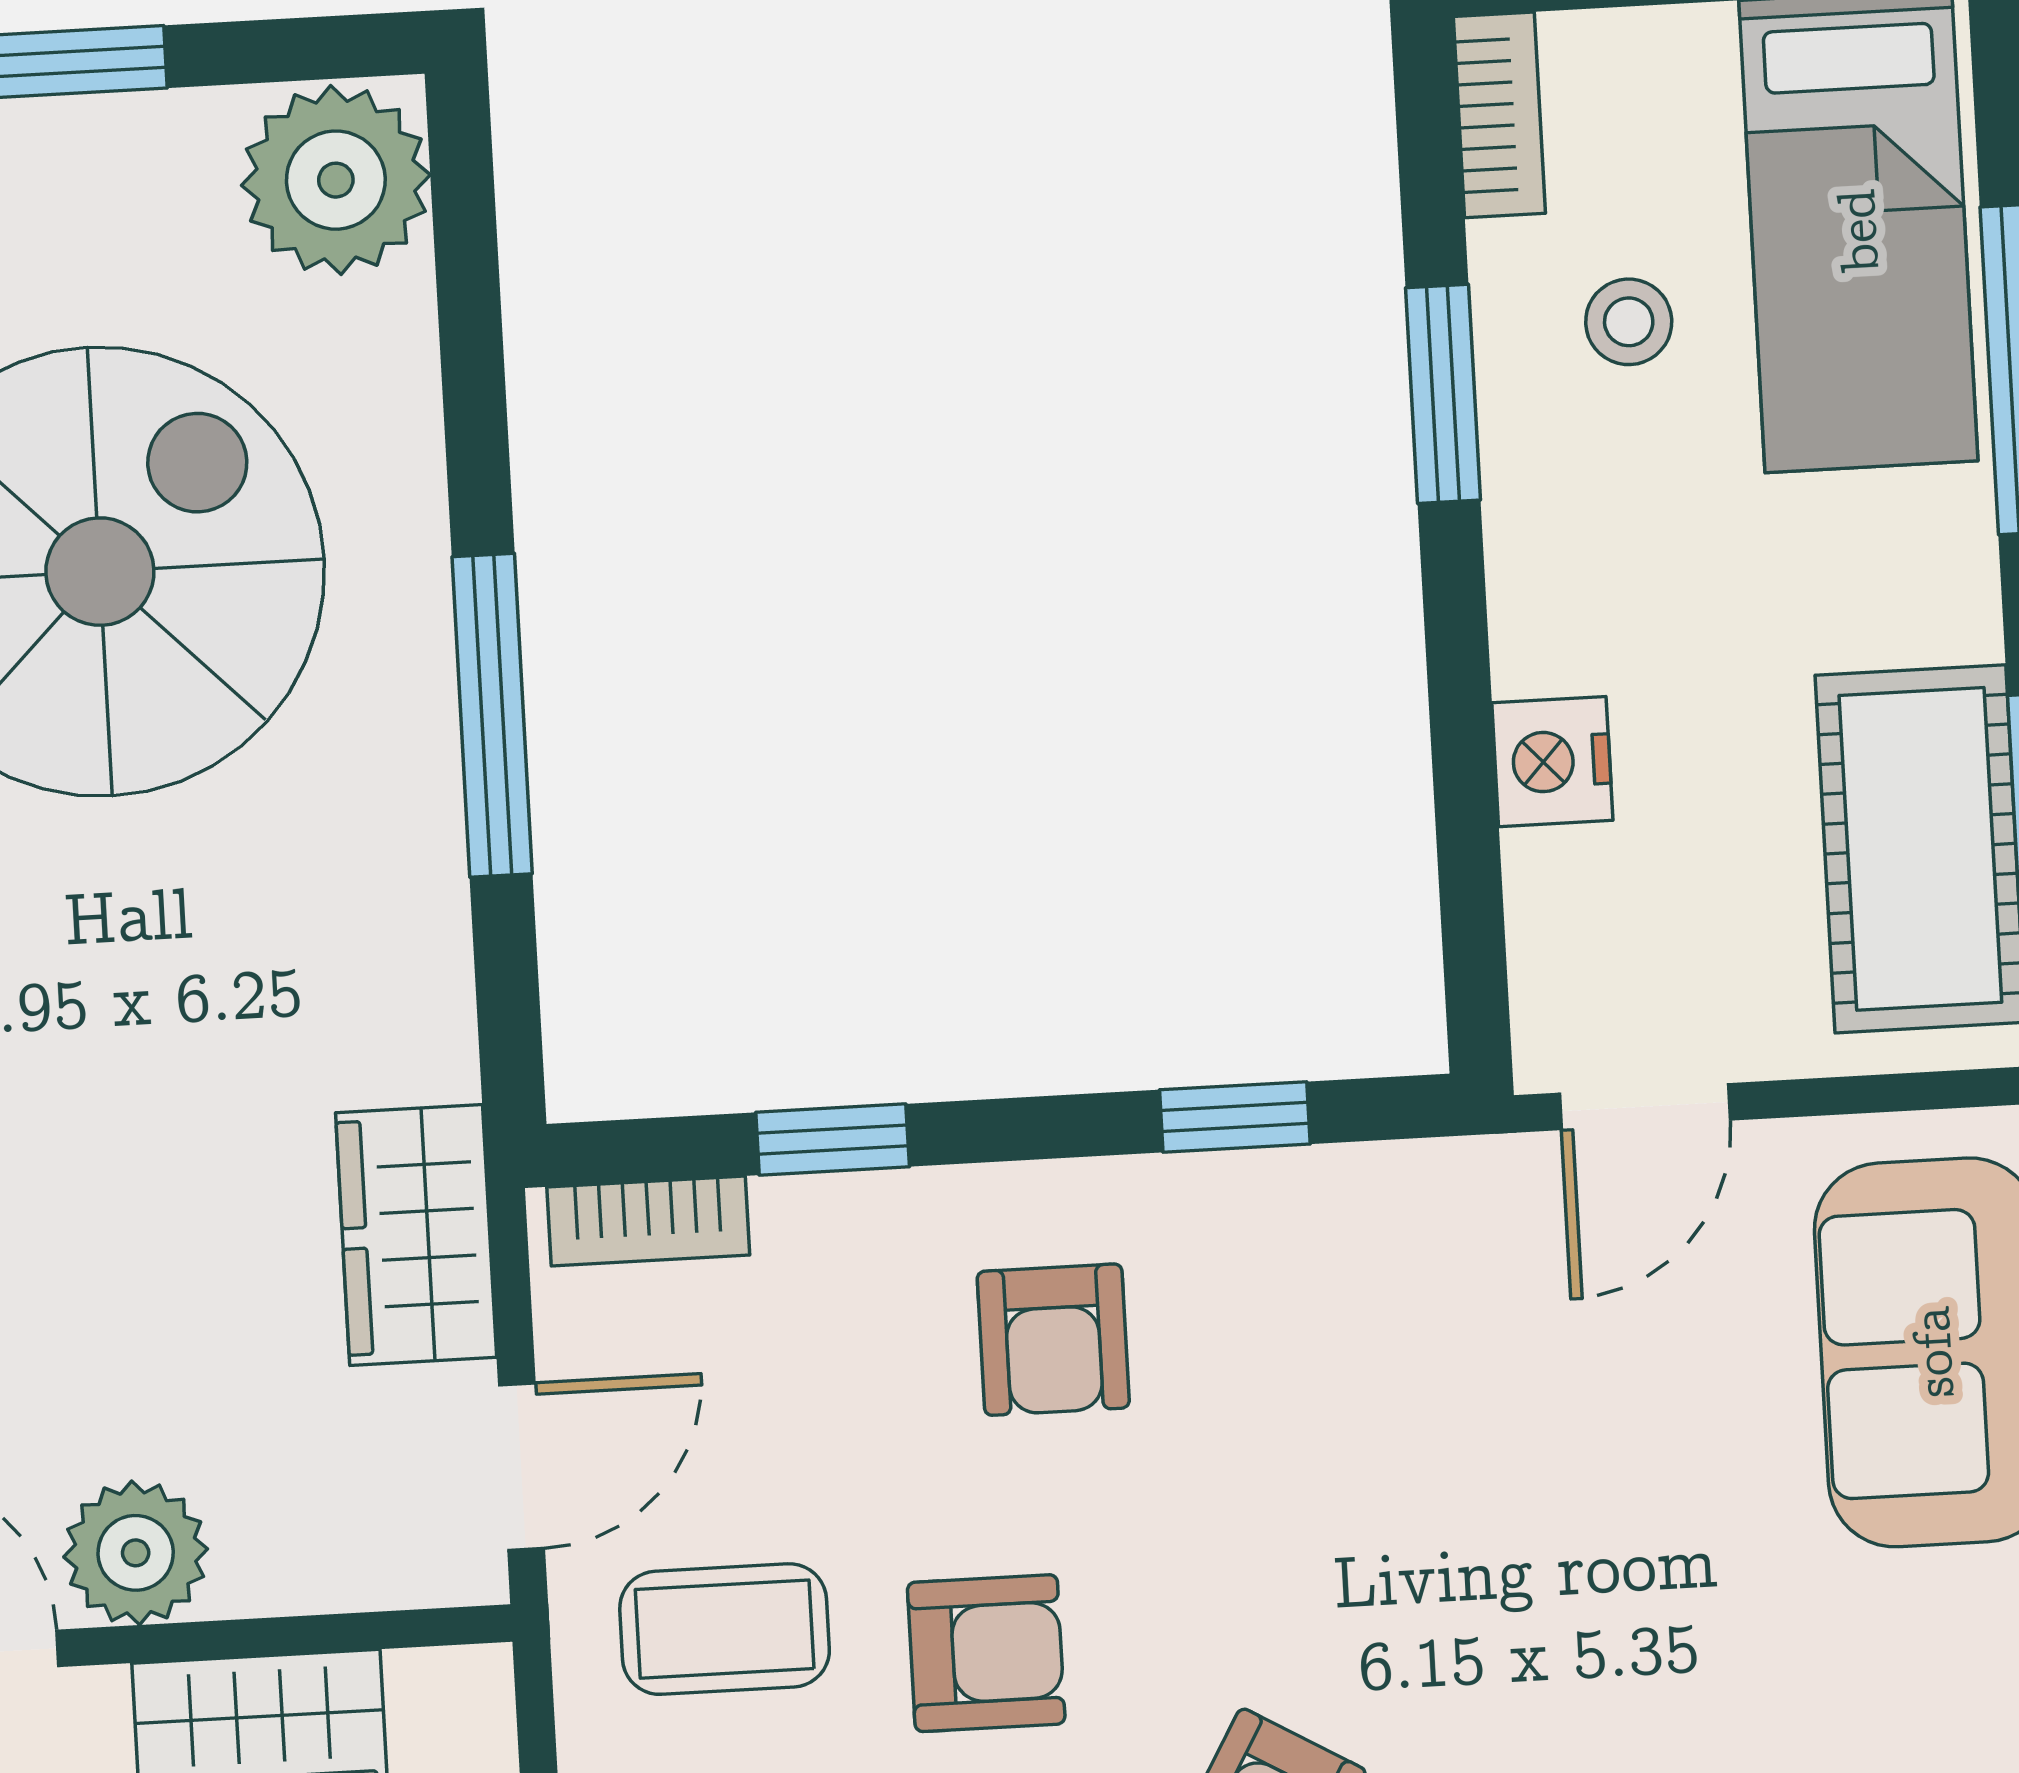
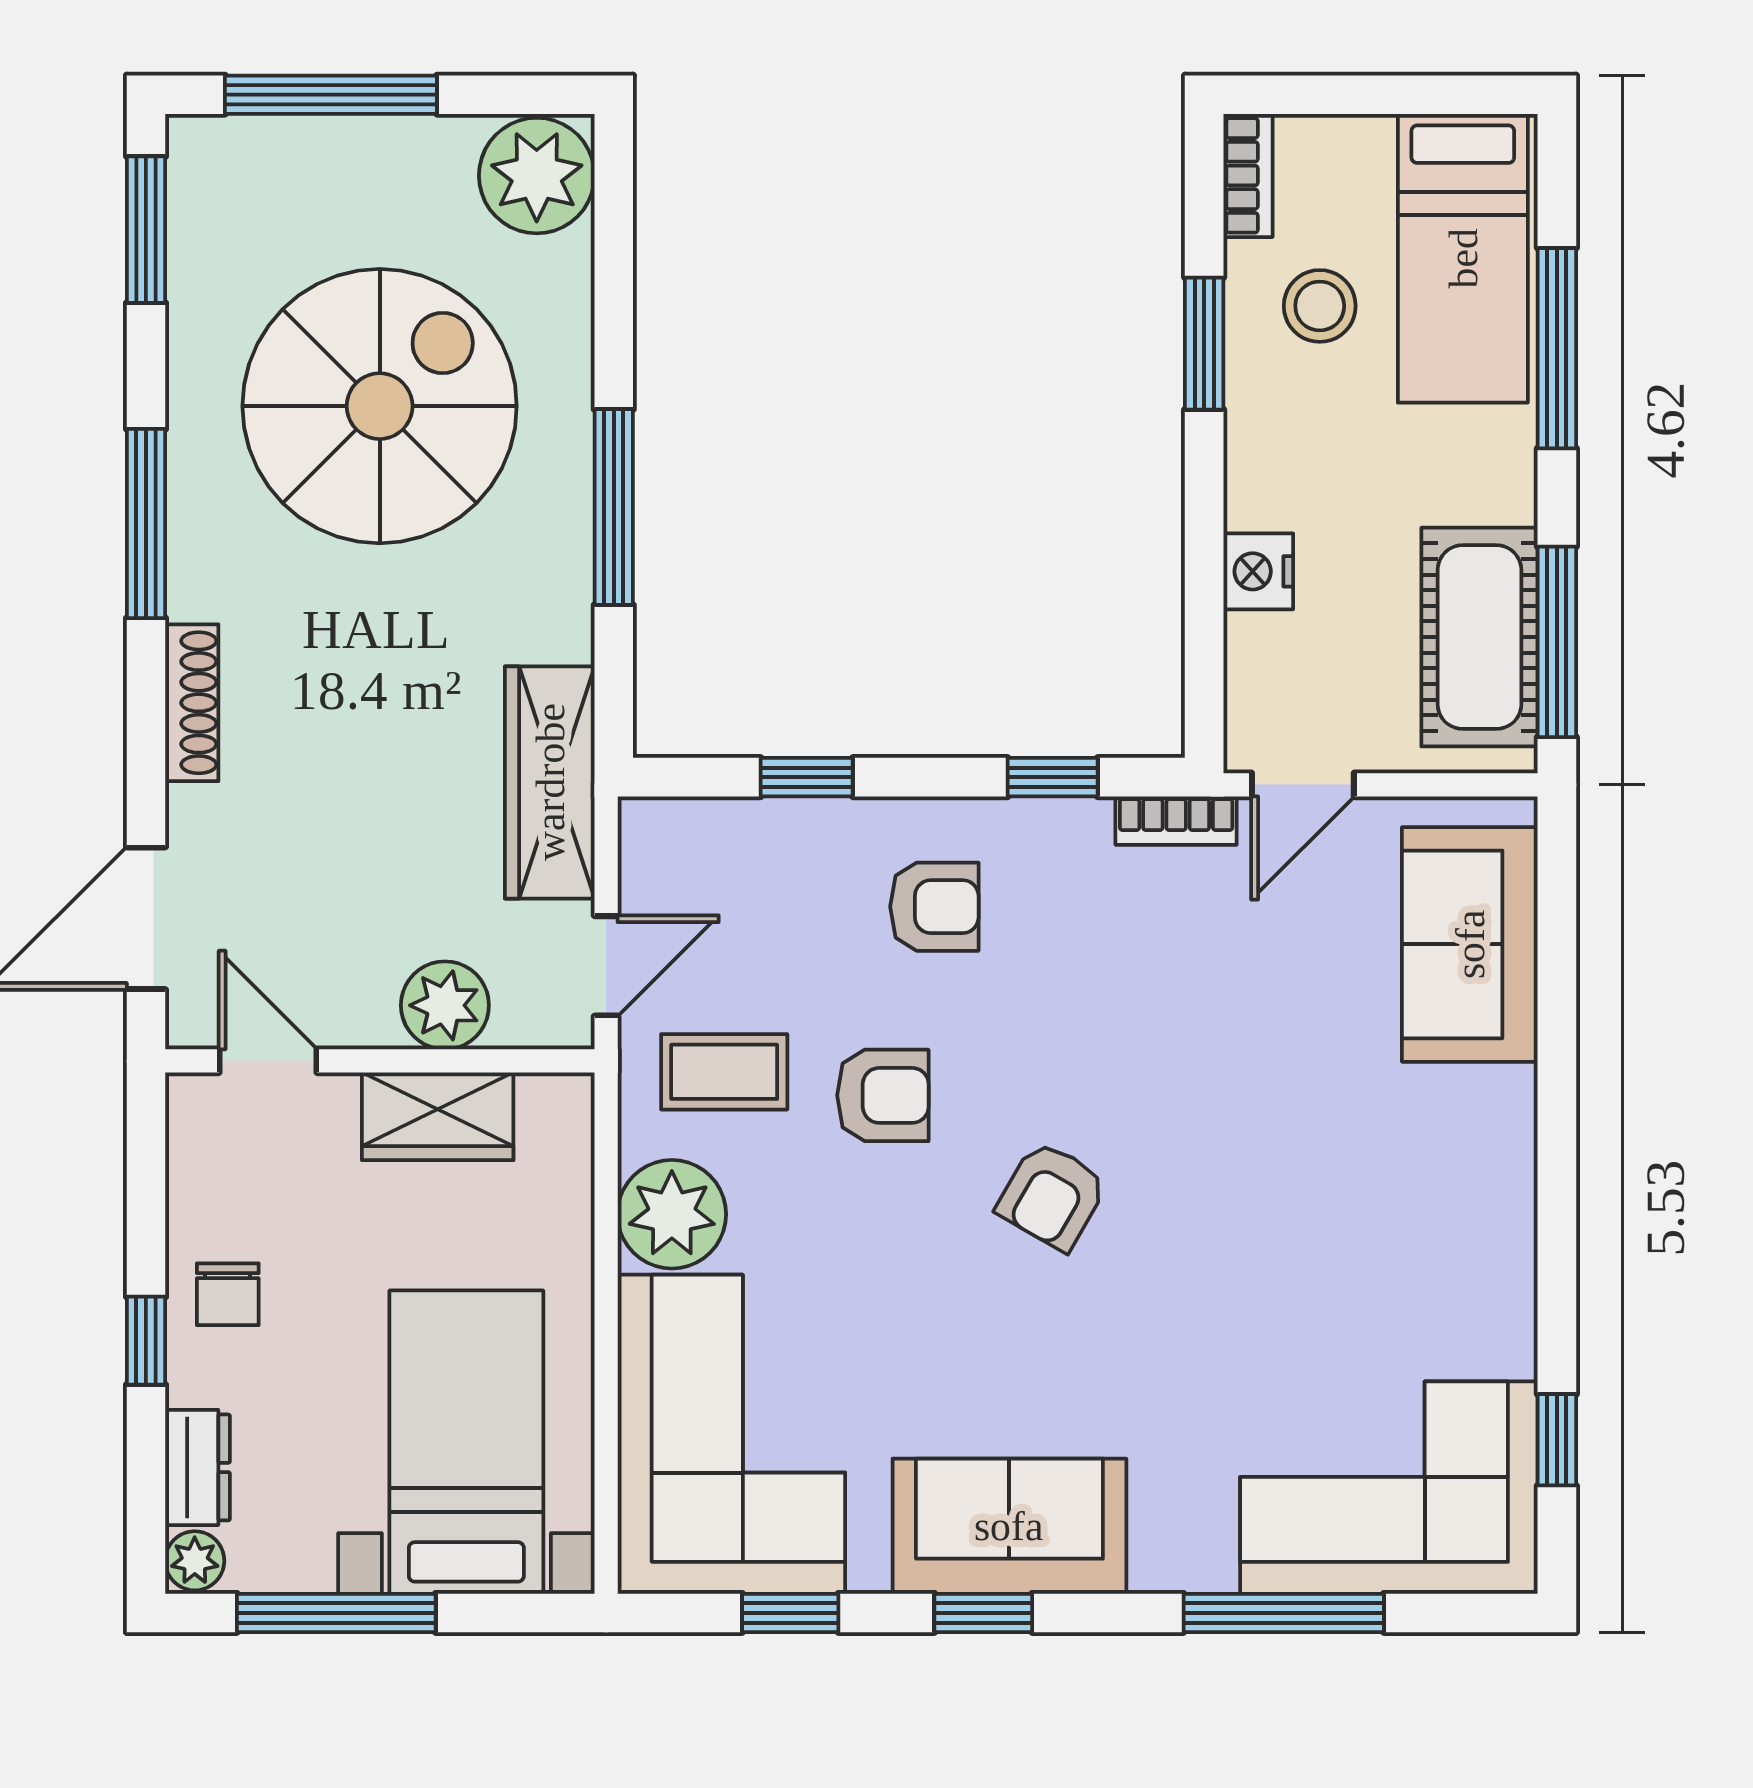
stool: (1629, 322) -> (1320, 306), width x1.37, depth x1.37
bookcase: (648, 1221) -> (1176, 821), moved
wardrobe: (416, 1235) -> (550, 782), width x1.50
armchair: (1053, 1340) -> (934, 907), turned -90
plant: (136, 1553) -> (445, 1005), moved

